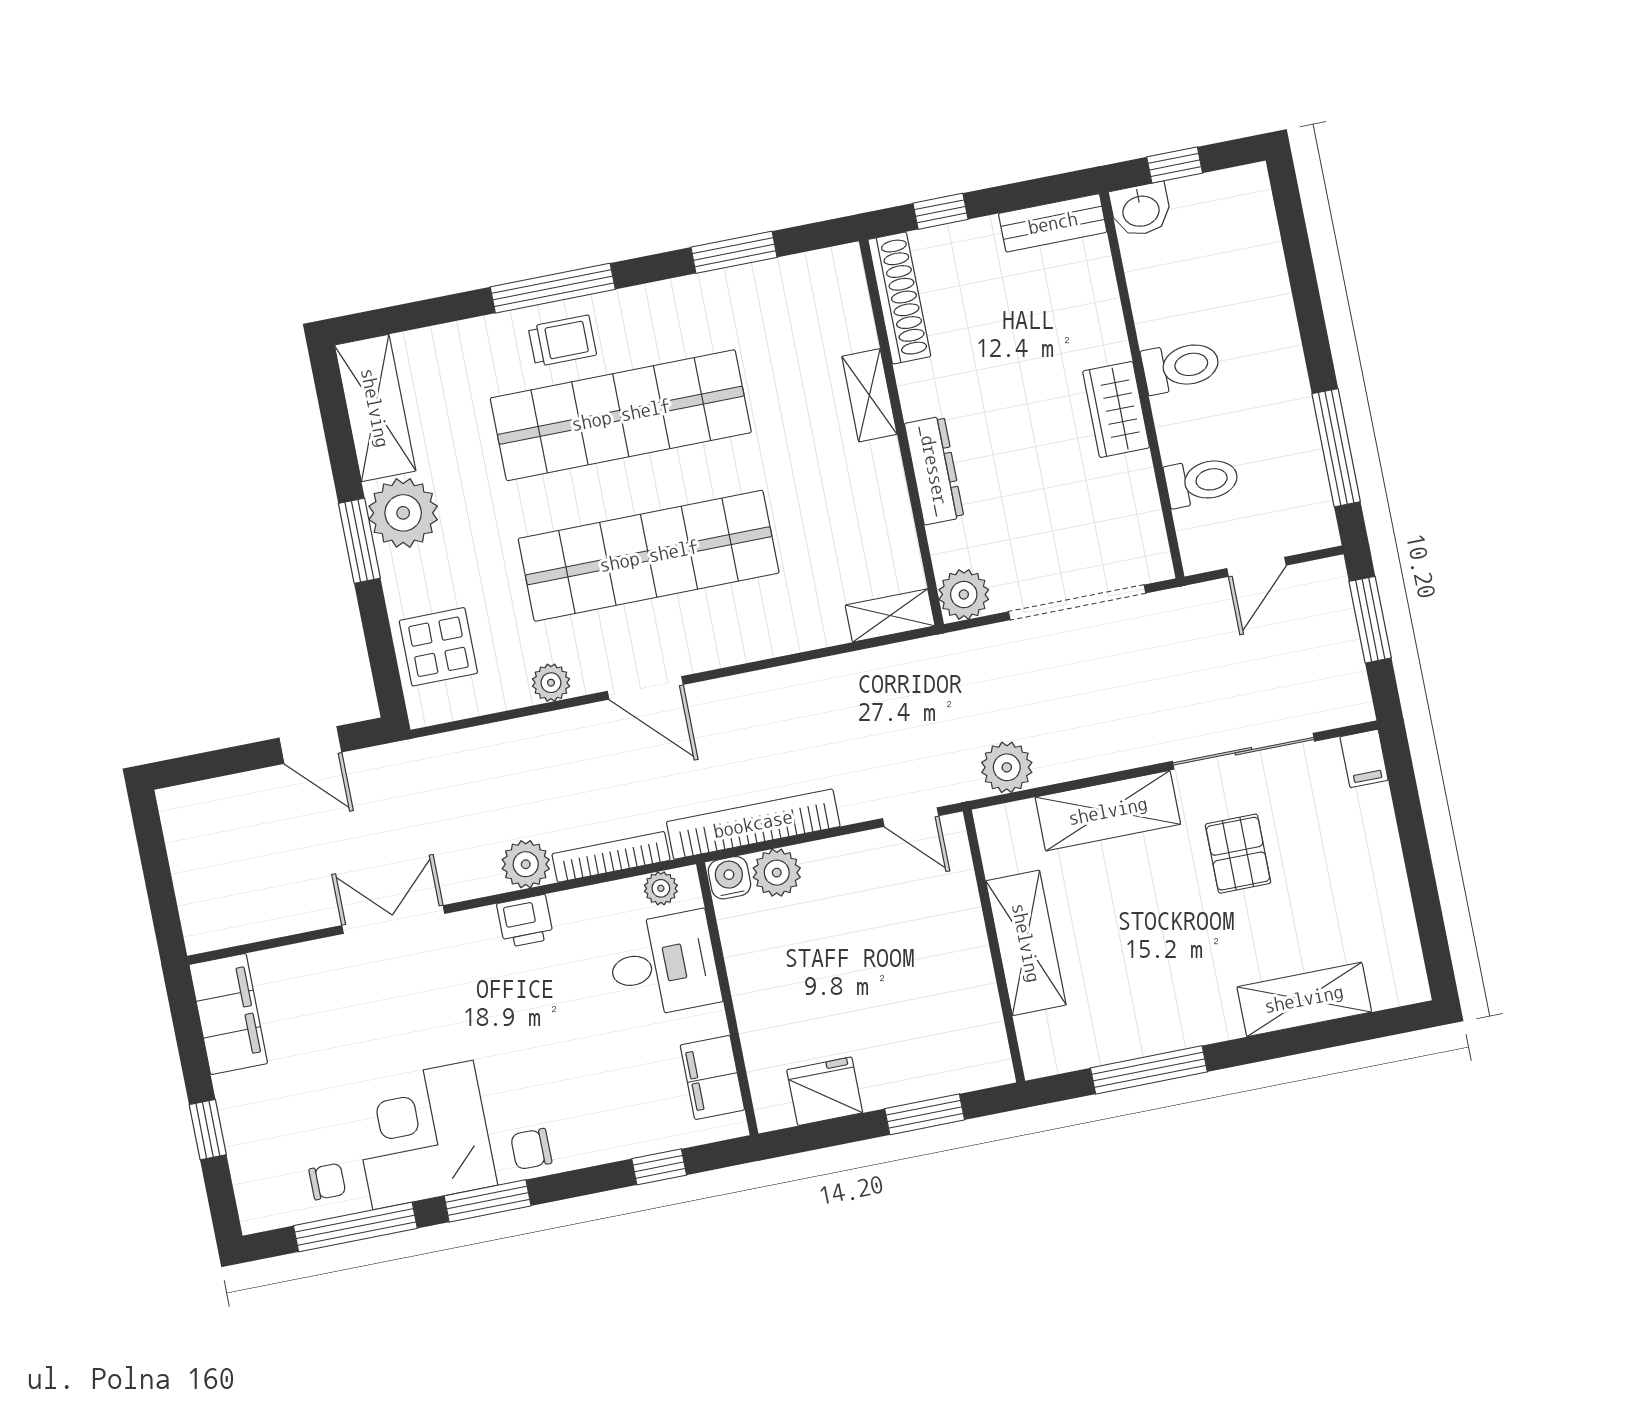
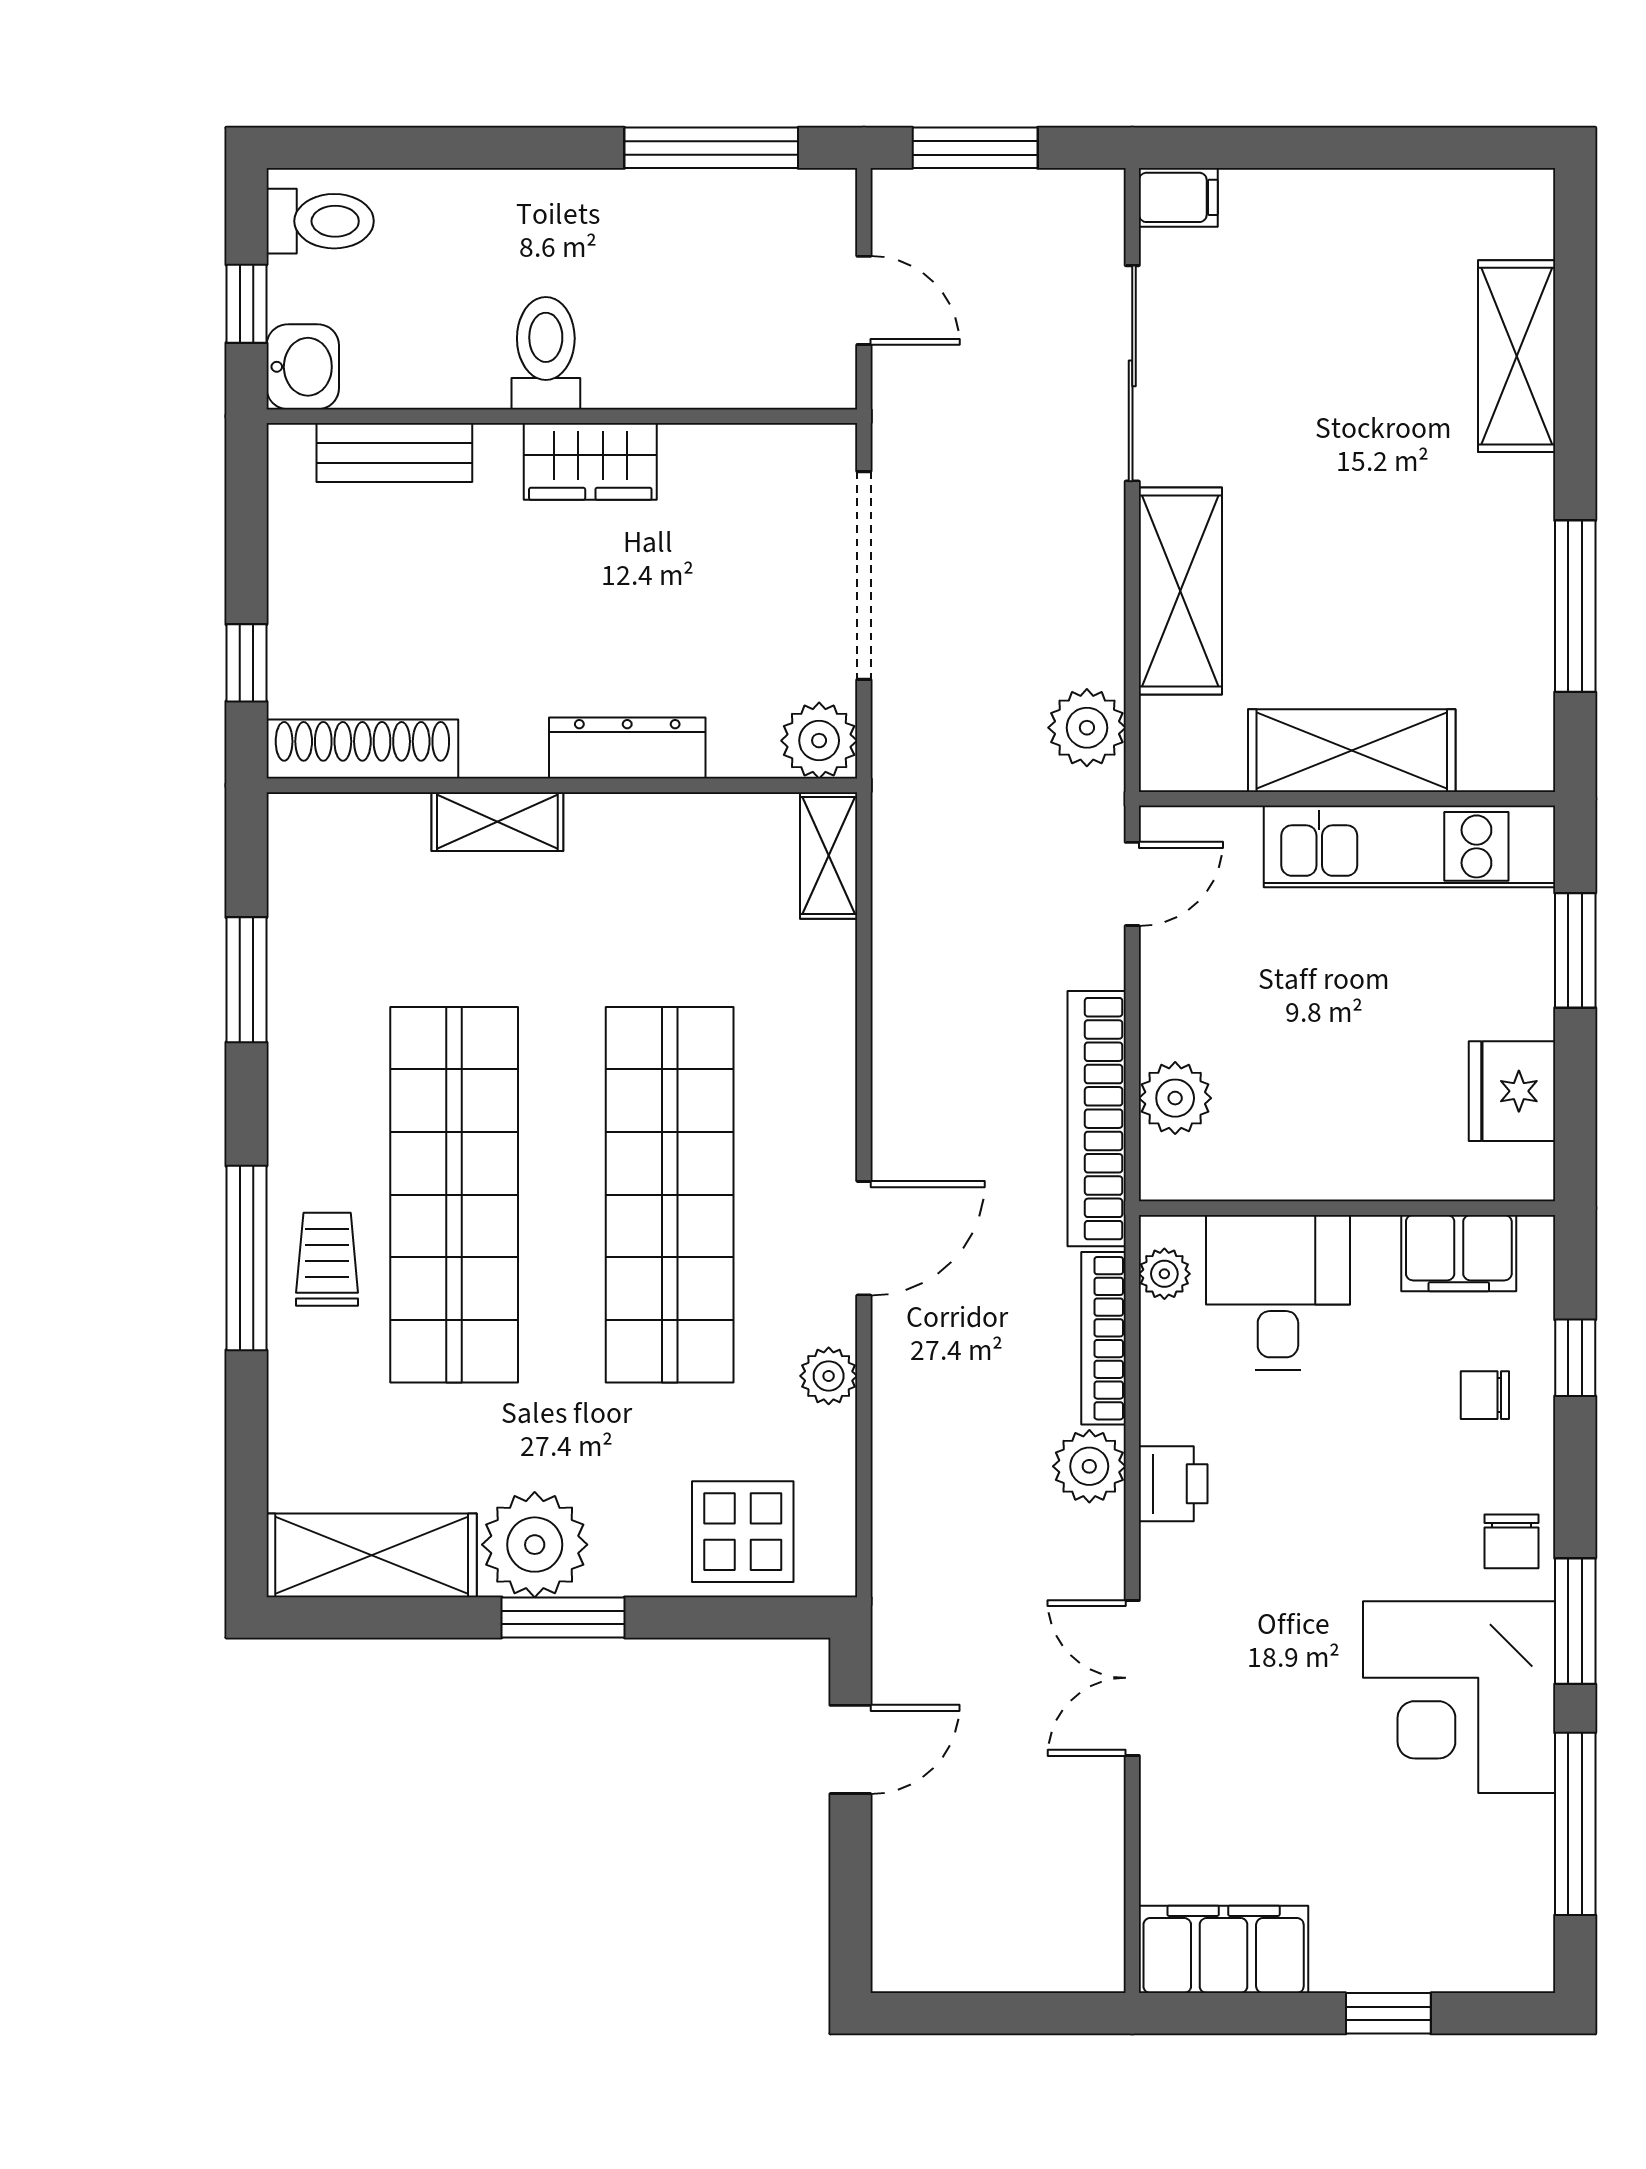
bench: (1053, 223) -> (394, 453), moved, turned 90
toilet: (1202, 481) -> (320, 221), moved, turned 90
pallet: (1238, 854) -> (1282, 411), removed
water cooler: (729, 878) -> (1169, 1169), removed
kitchen unit: (971, 993) -> (1410, 846), added
chair: (327, 1182) -> (1485, 1395), moved, turned -90

